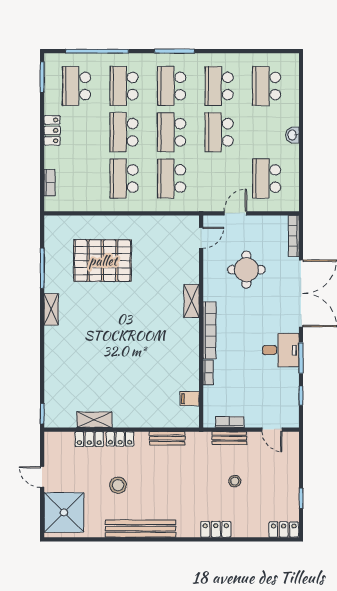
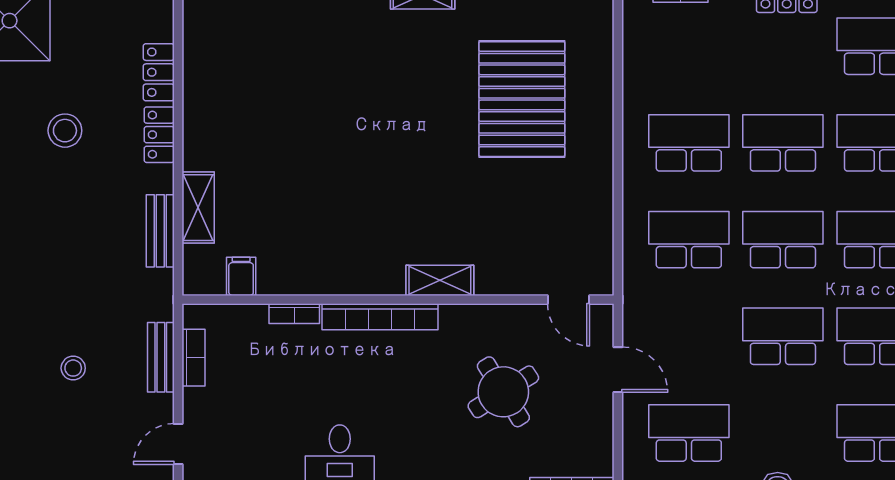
round table: (246, 270) -> (503, 392), turned -32
shelving: (94, 420) -> (198, 208), moved

